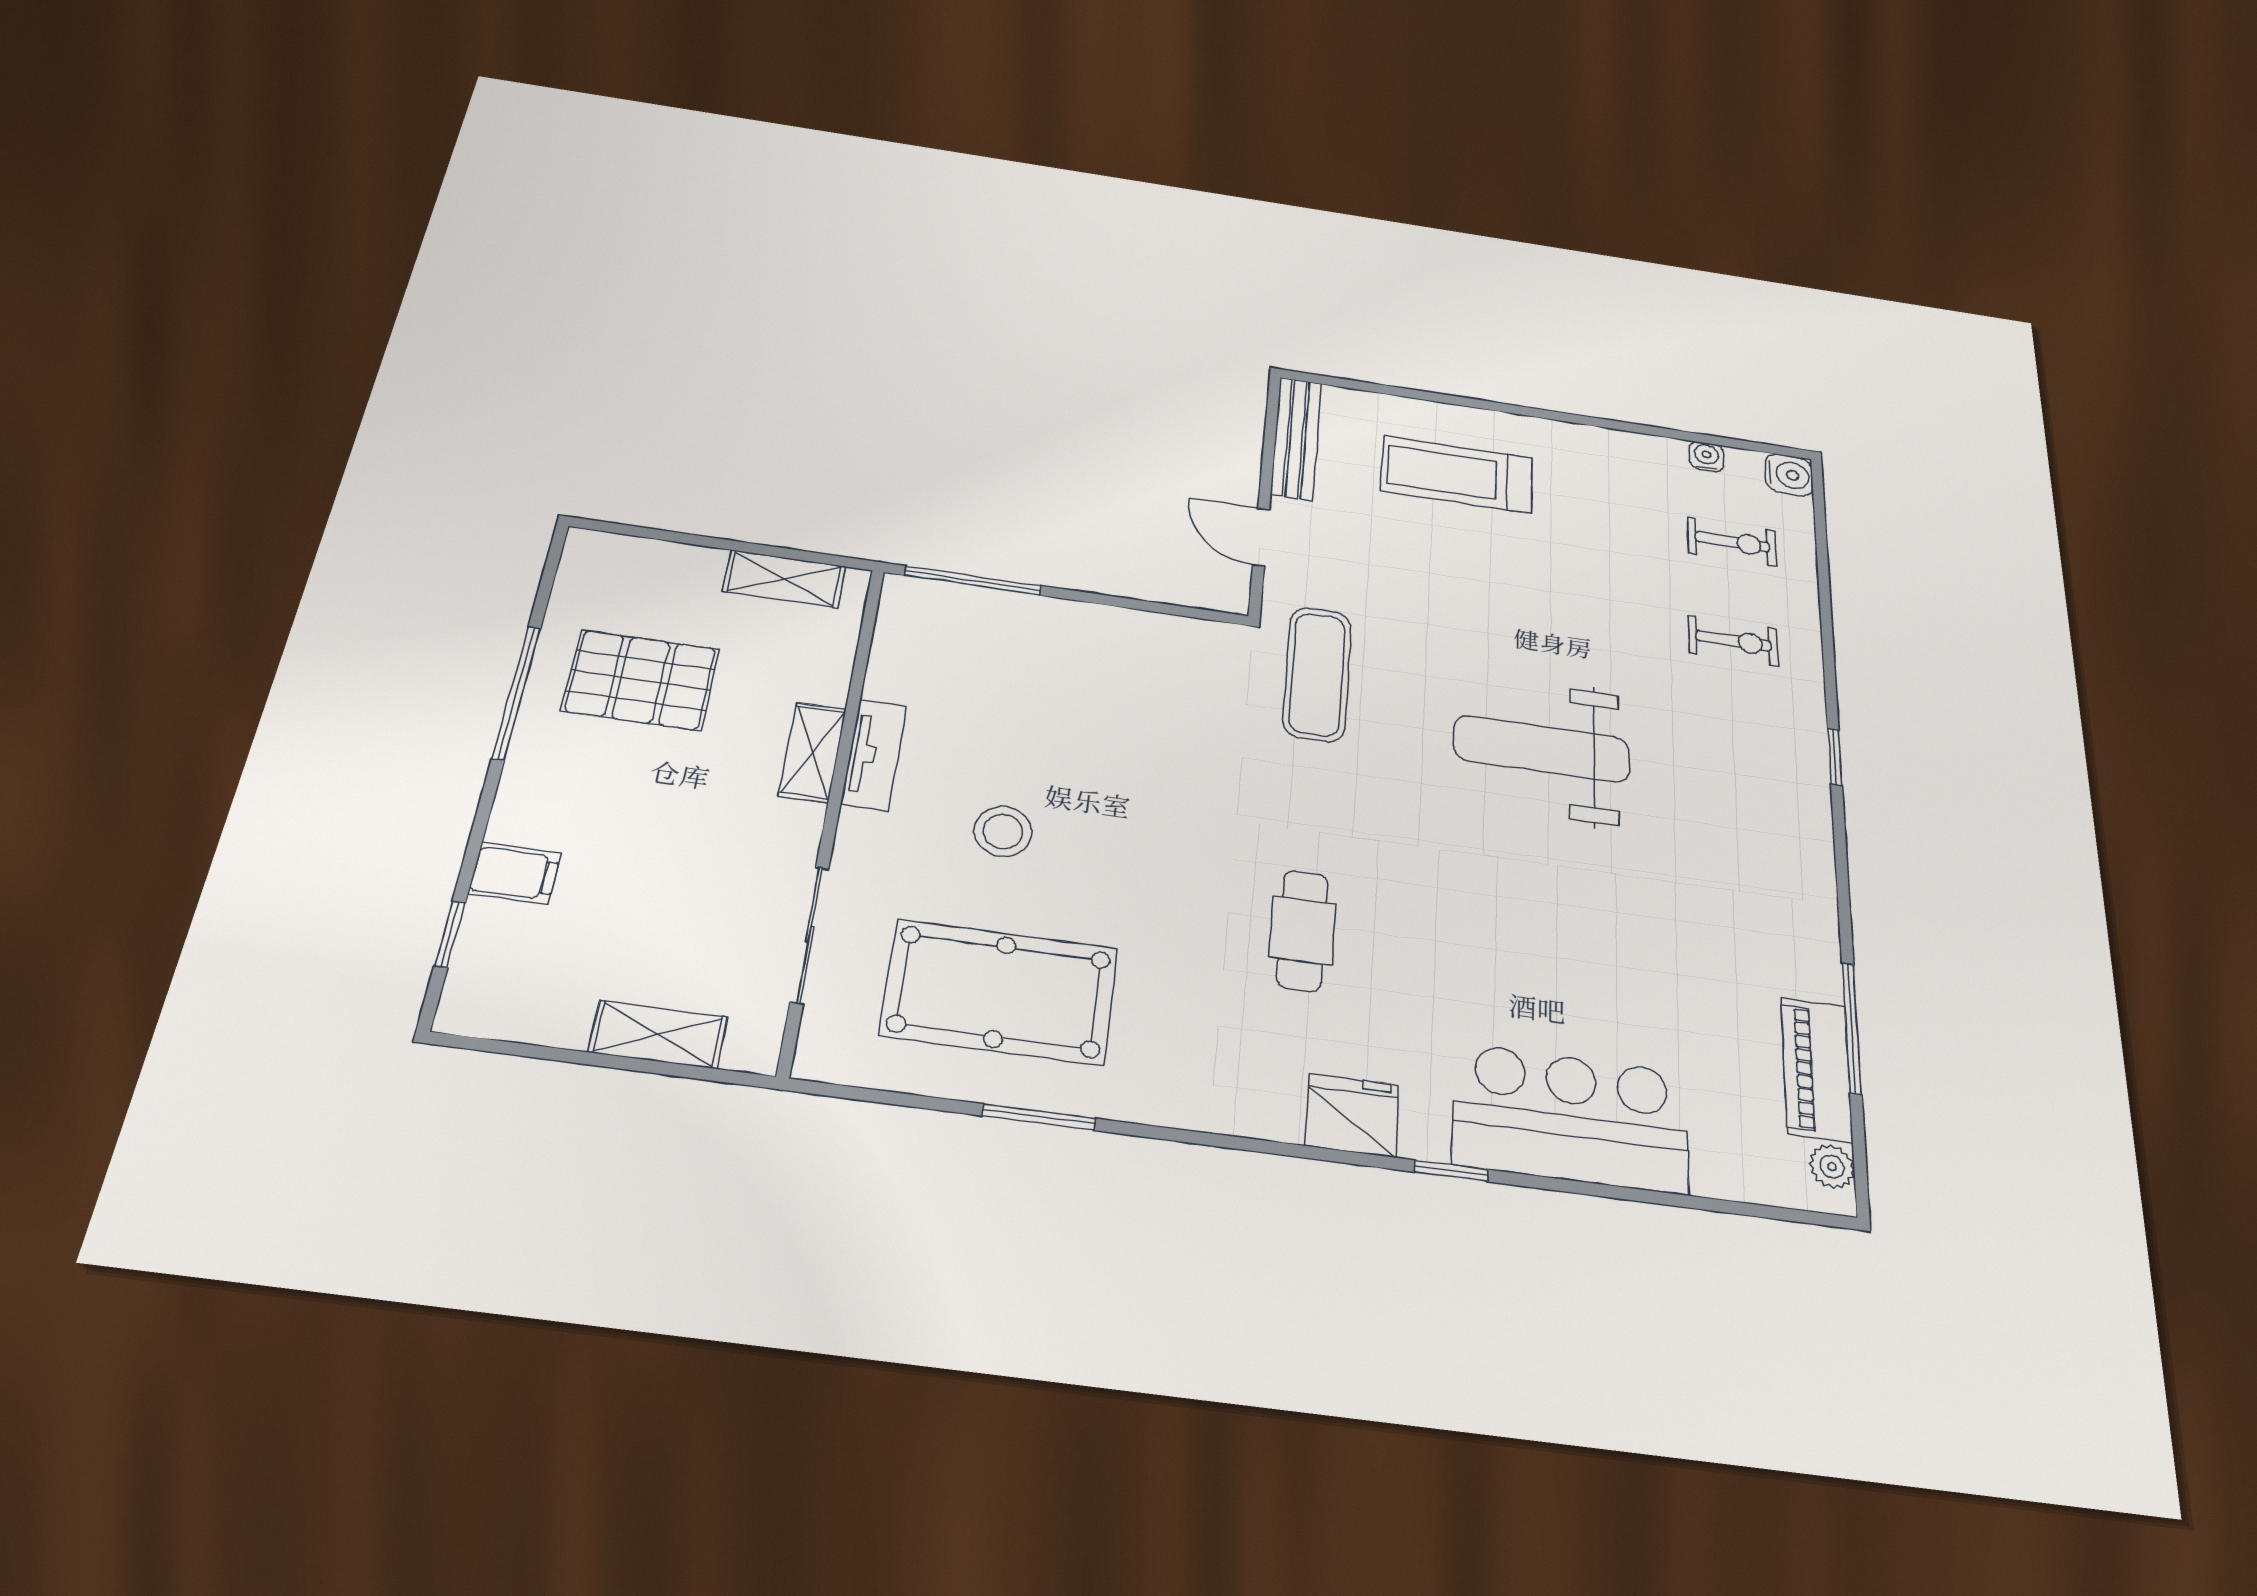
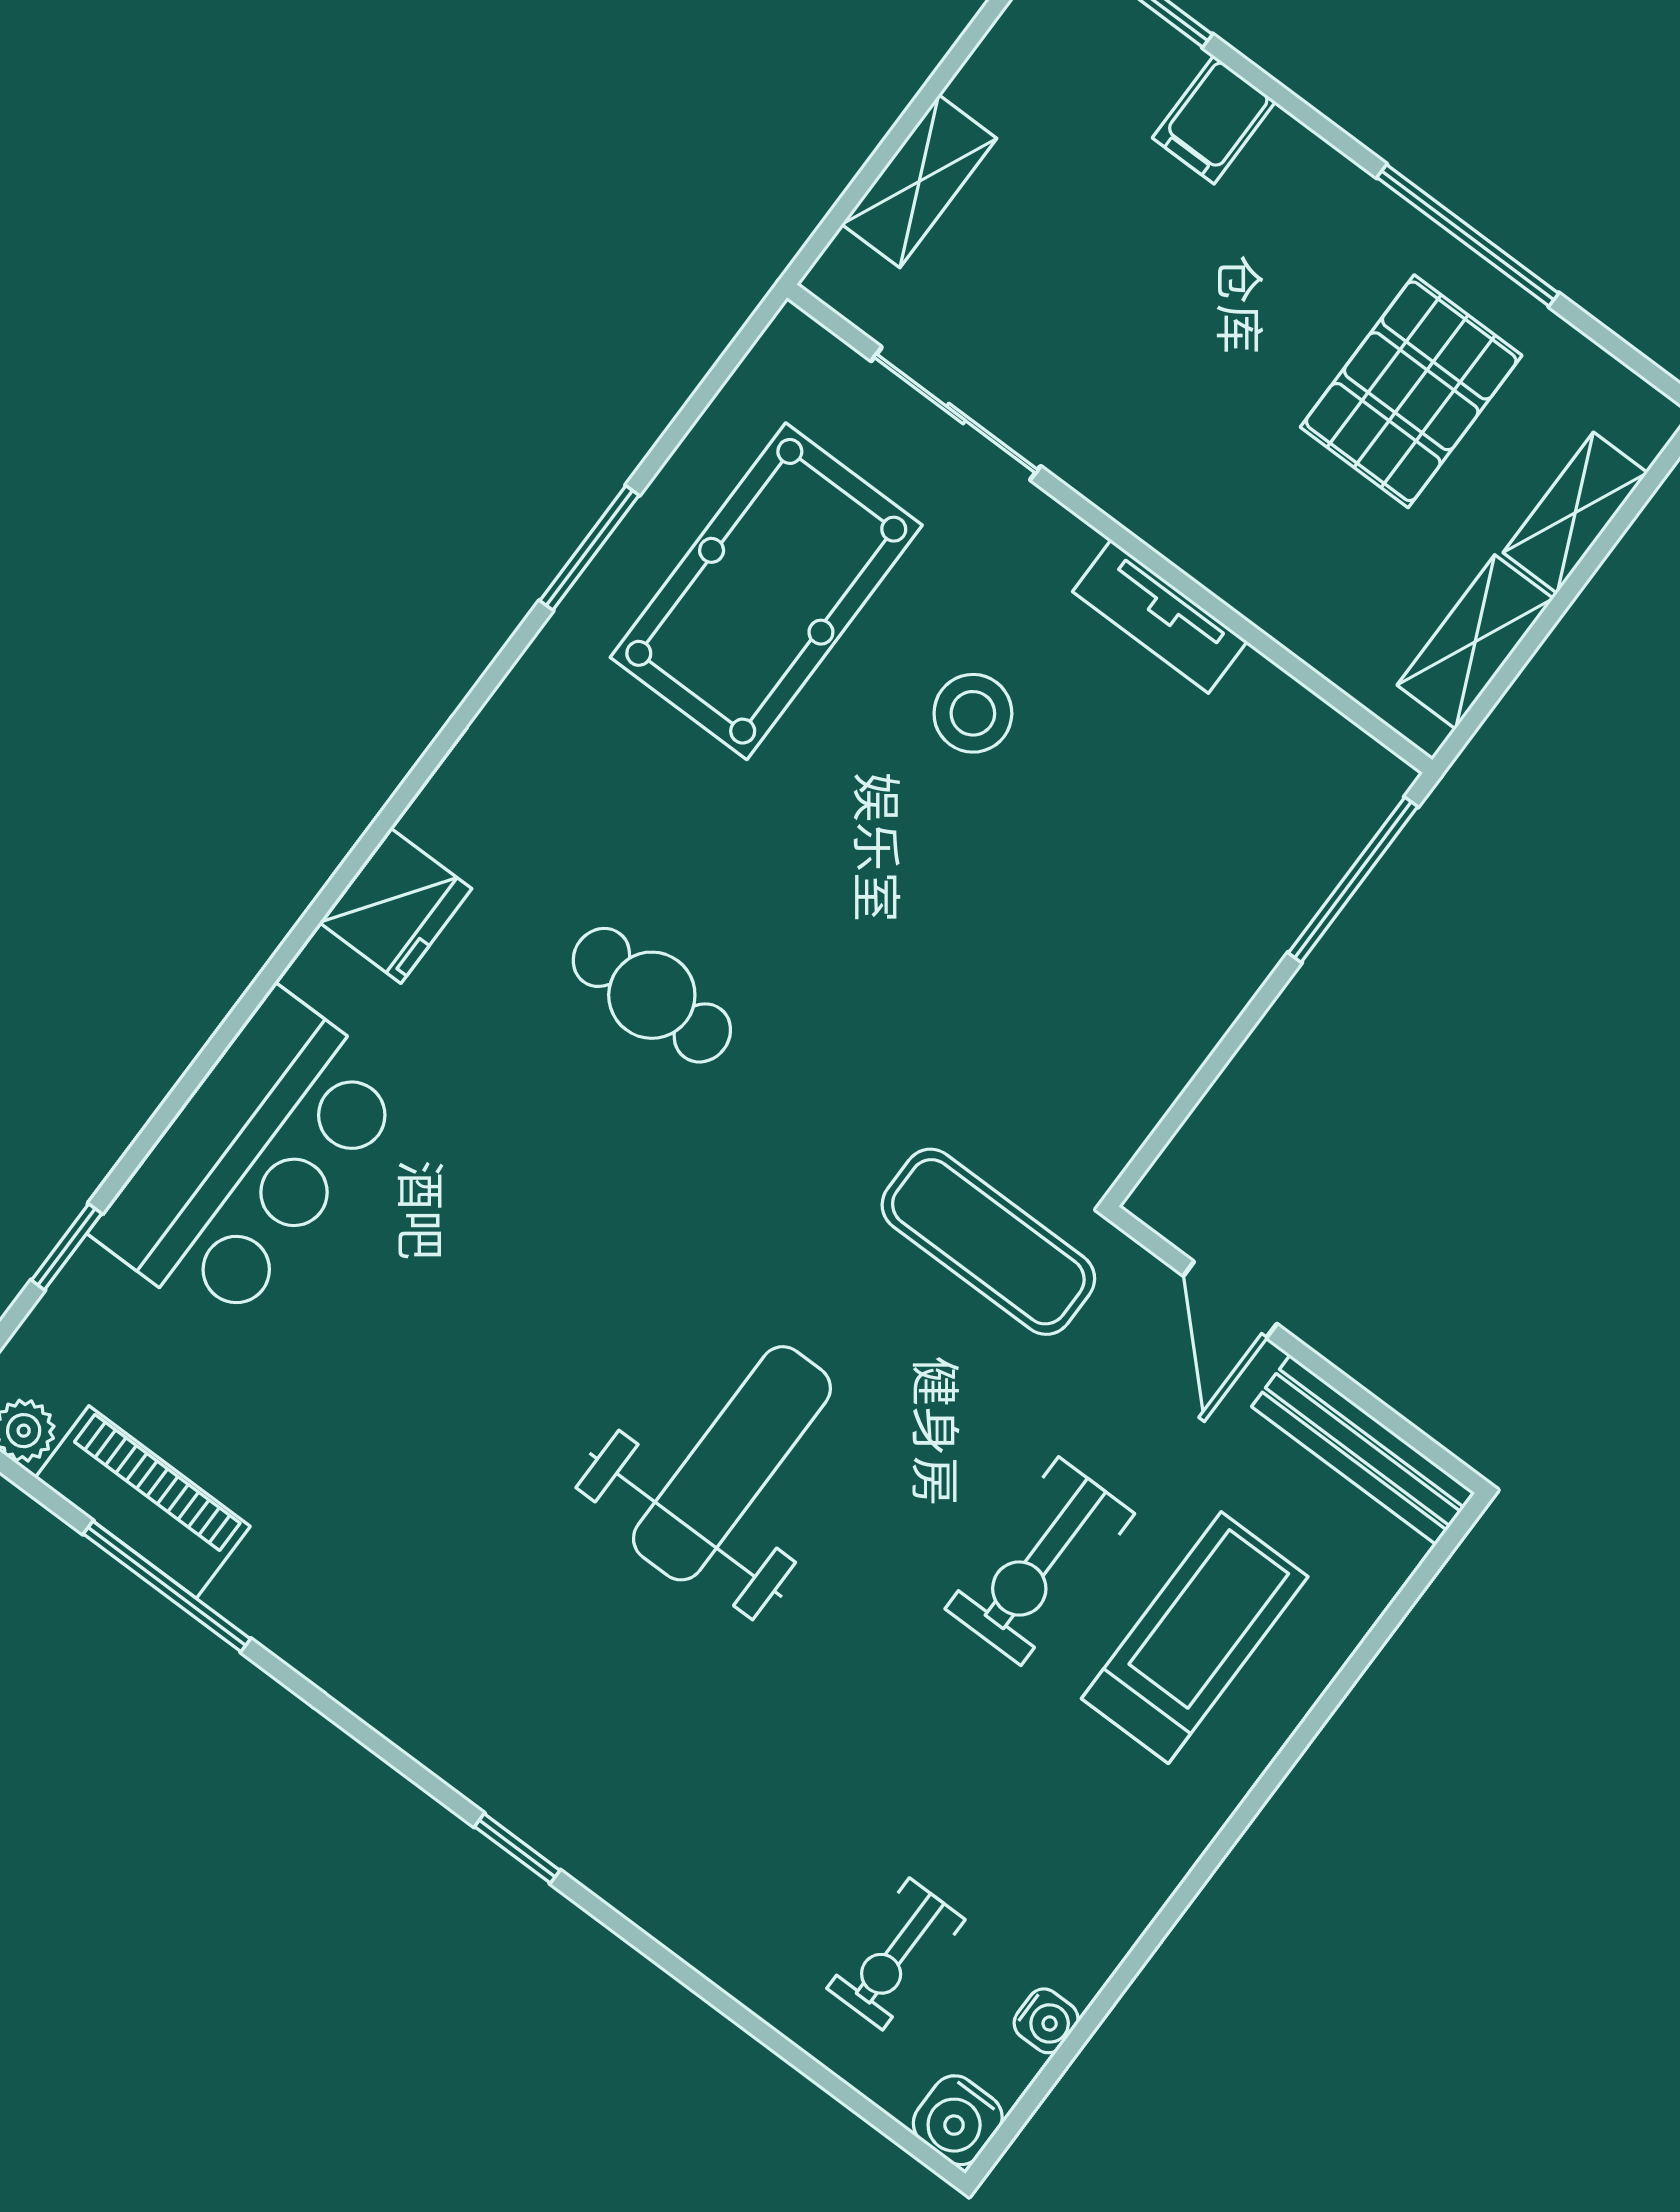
door: (1261, 537) -> (1230, 1300), swing flipped
exercise bike: (1734, 641) -> (1040, 1561), moved, width x1.38, depth x1.39
shelving: (813, 752) -> (1575, 513), moved, turned 90
window: (1451, 1171) -> (67, 1247), moved

